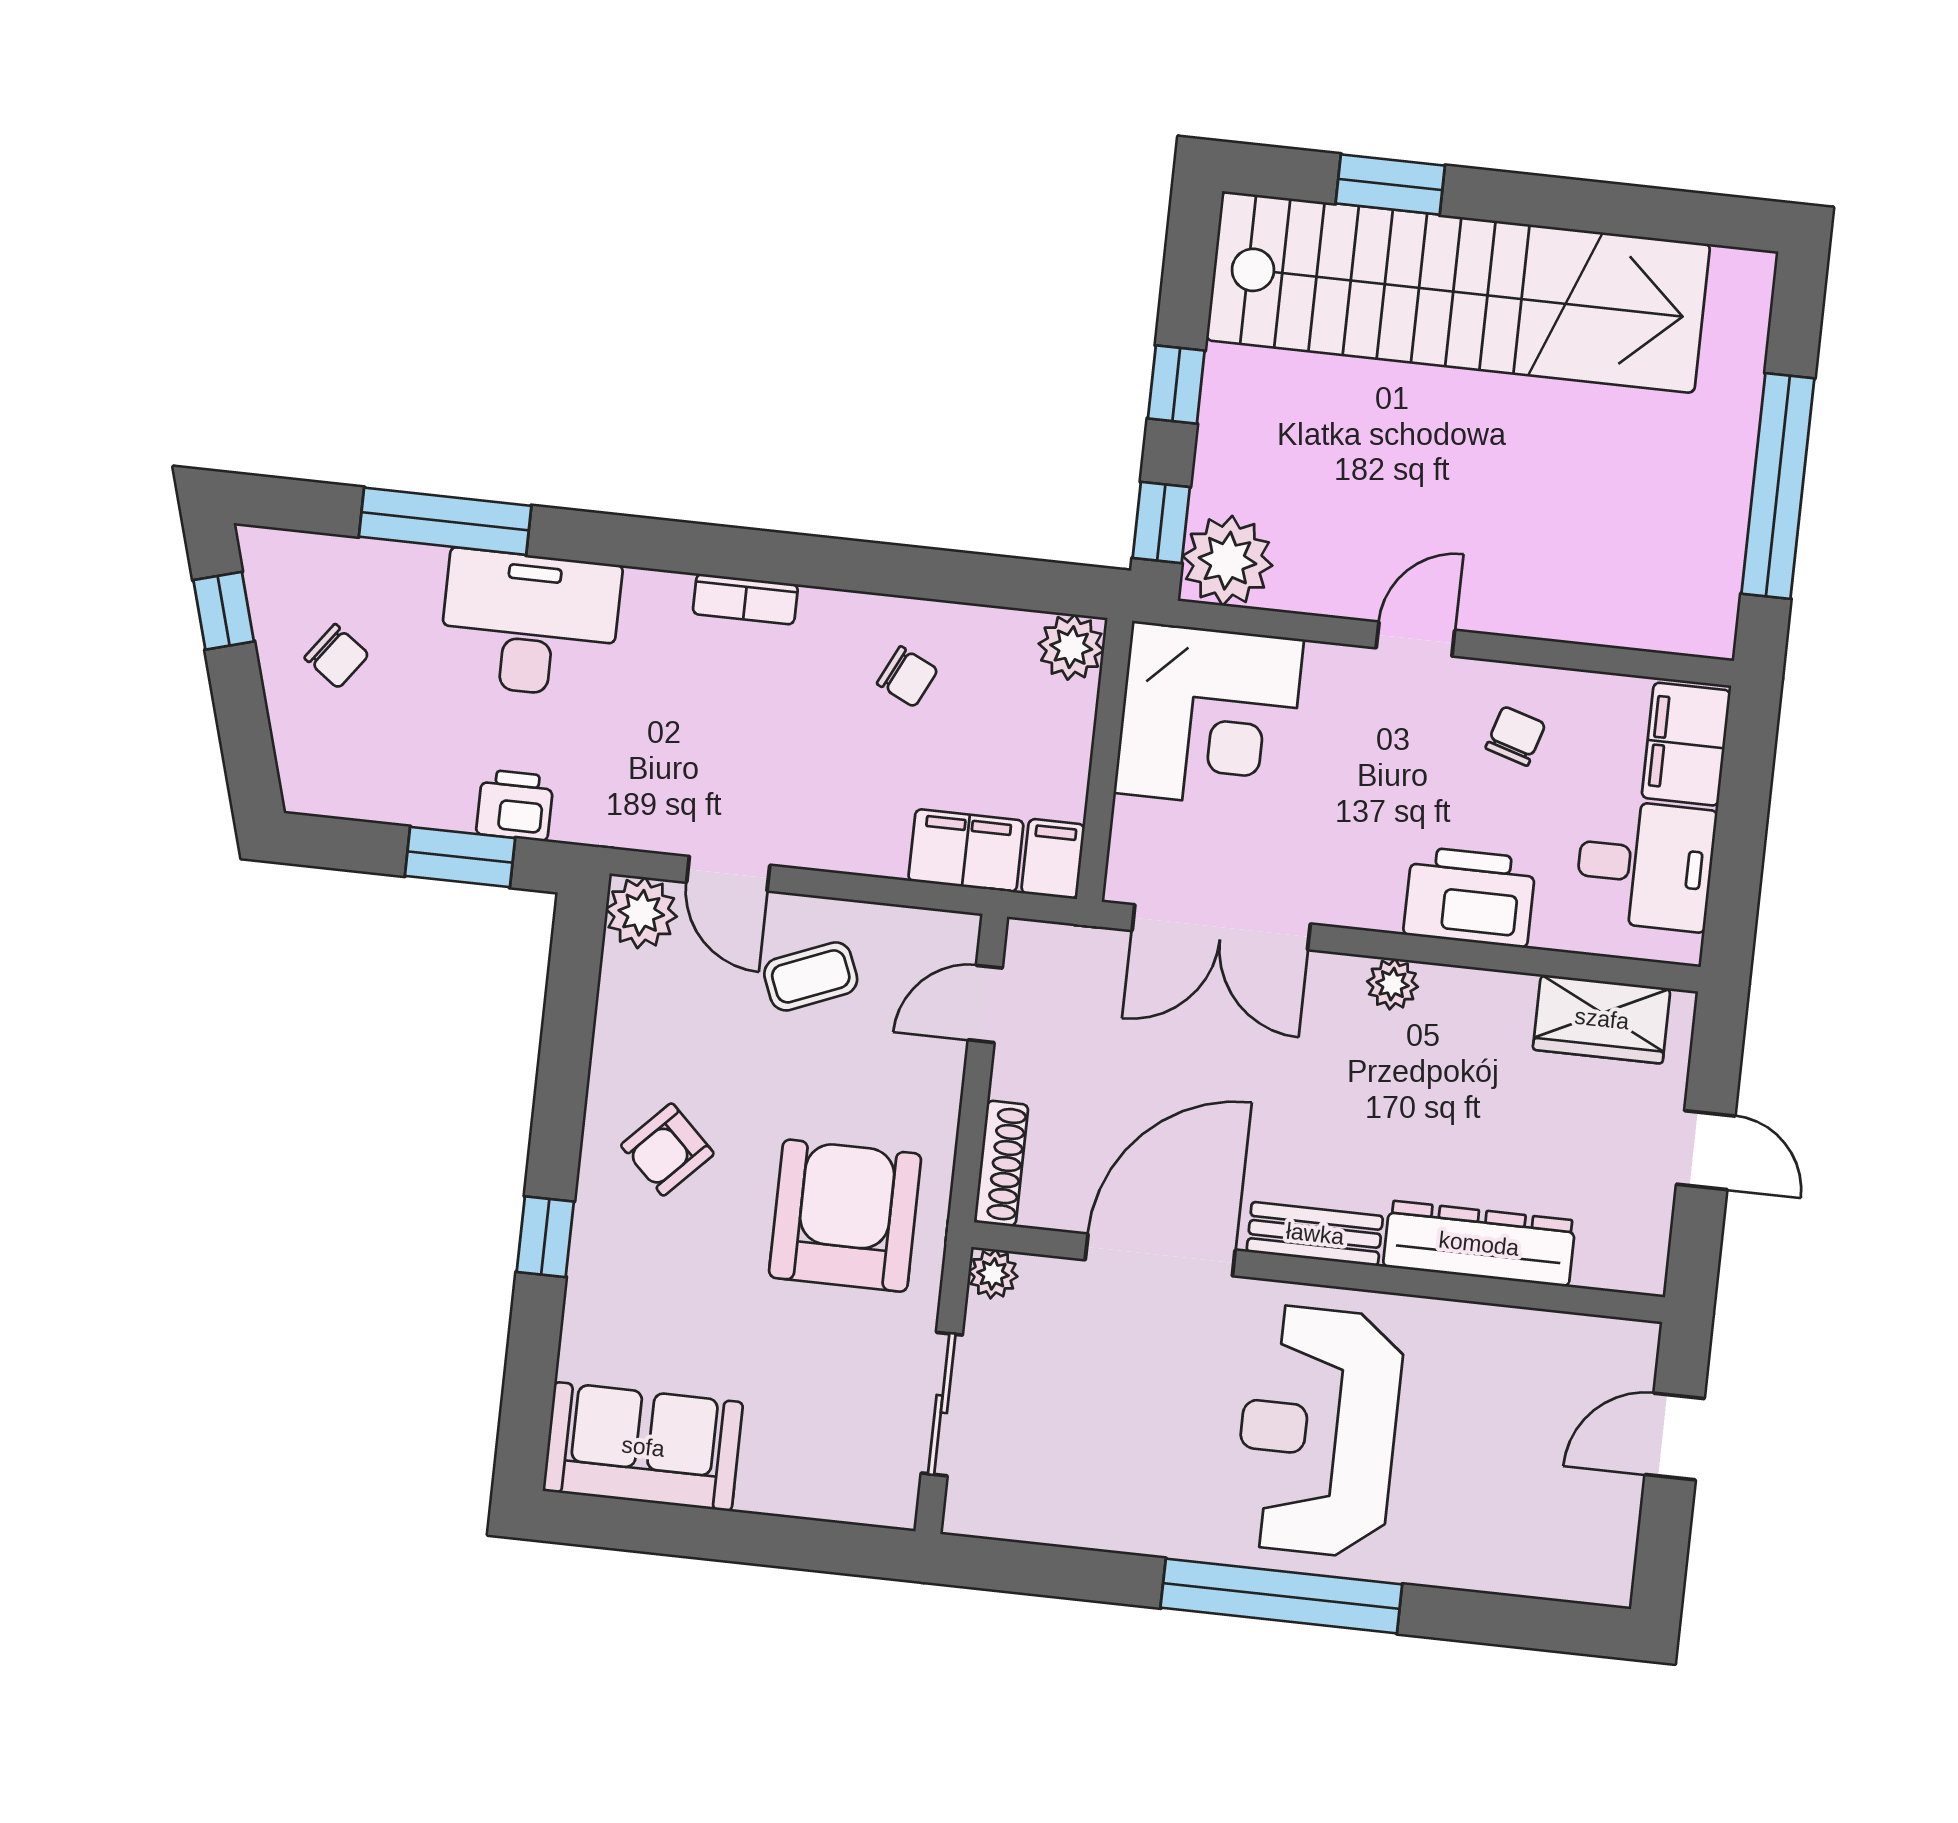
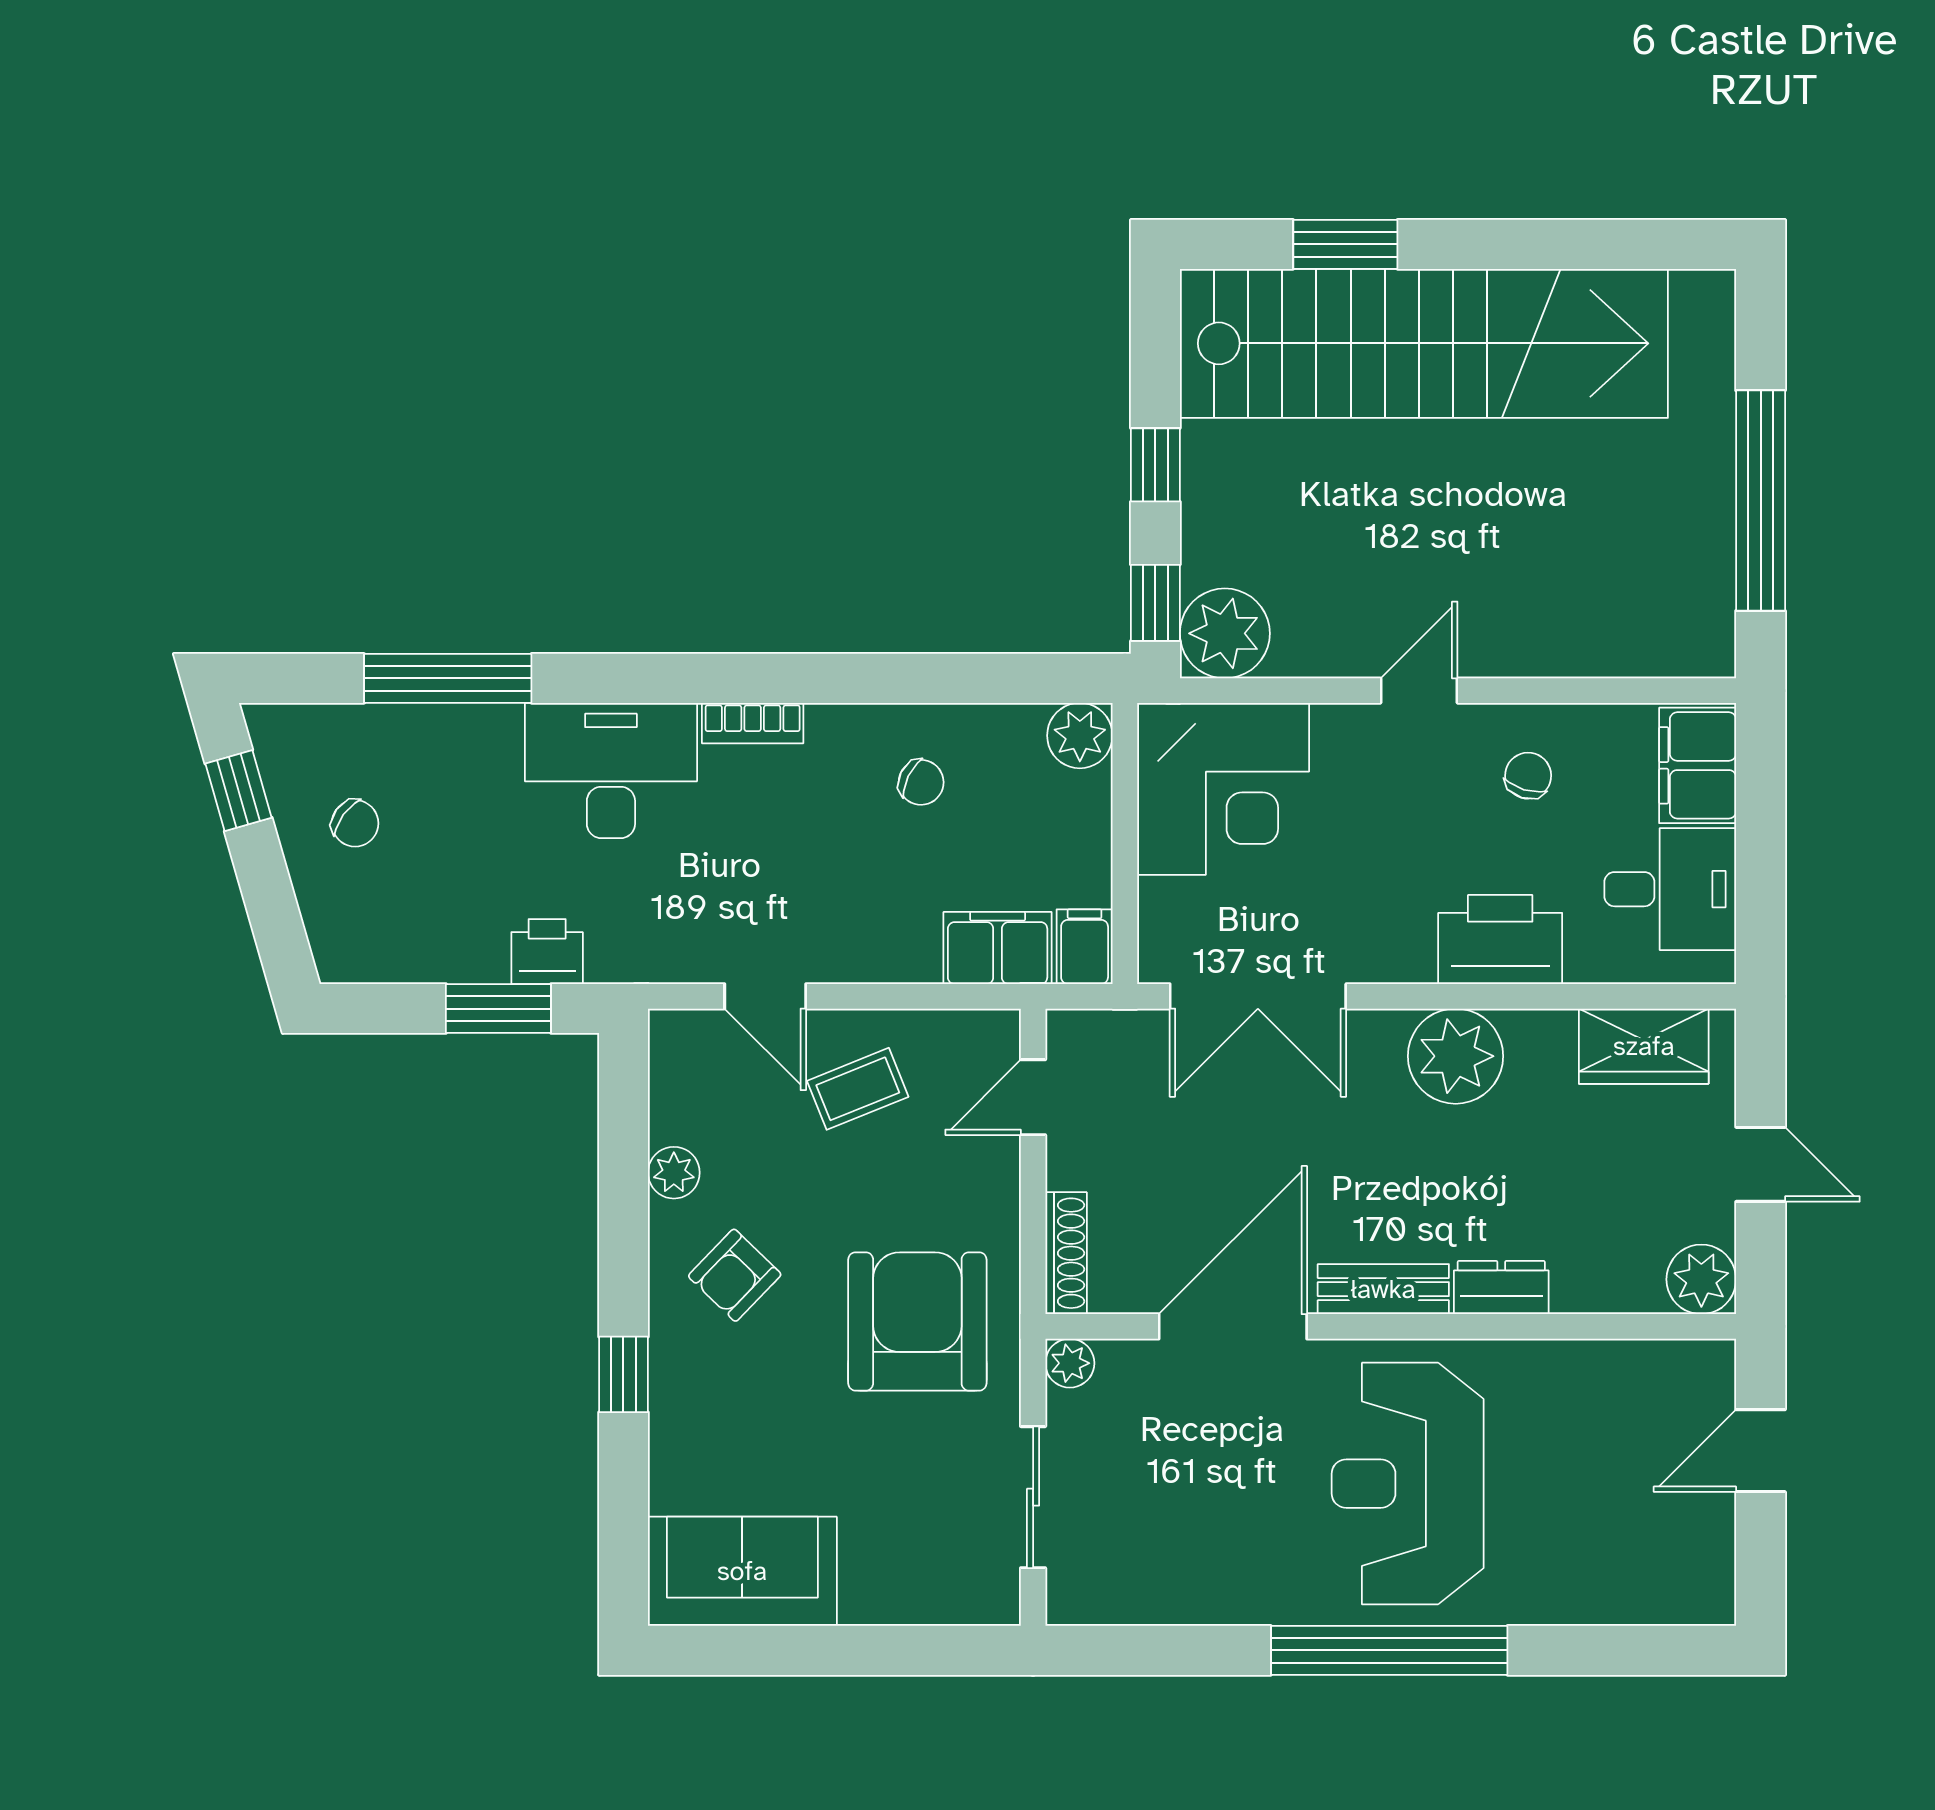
desk: (530, 624) -> (611, 771), moved
plant: (641, 913) -> (674, 1173), moved, width x0.73, depth x0.73
plant: (1392, 984) -> (1456, 1056), width x1.88, depth x1.88
dresser: (1479, 1244) -> (1501, 1288), width x0.51, depth x0.80
plant: (1634, 1259) -> (1701, 1279), added

